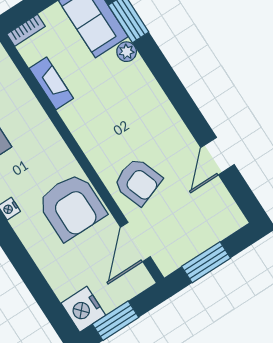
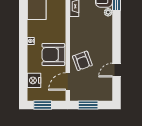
armchair: (72, 207) -> (53, 54), turned 90
nightstand: (83, 309) -> (34, 80), moved

